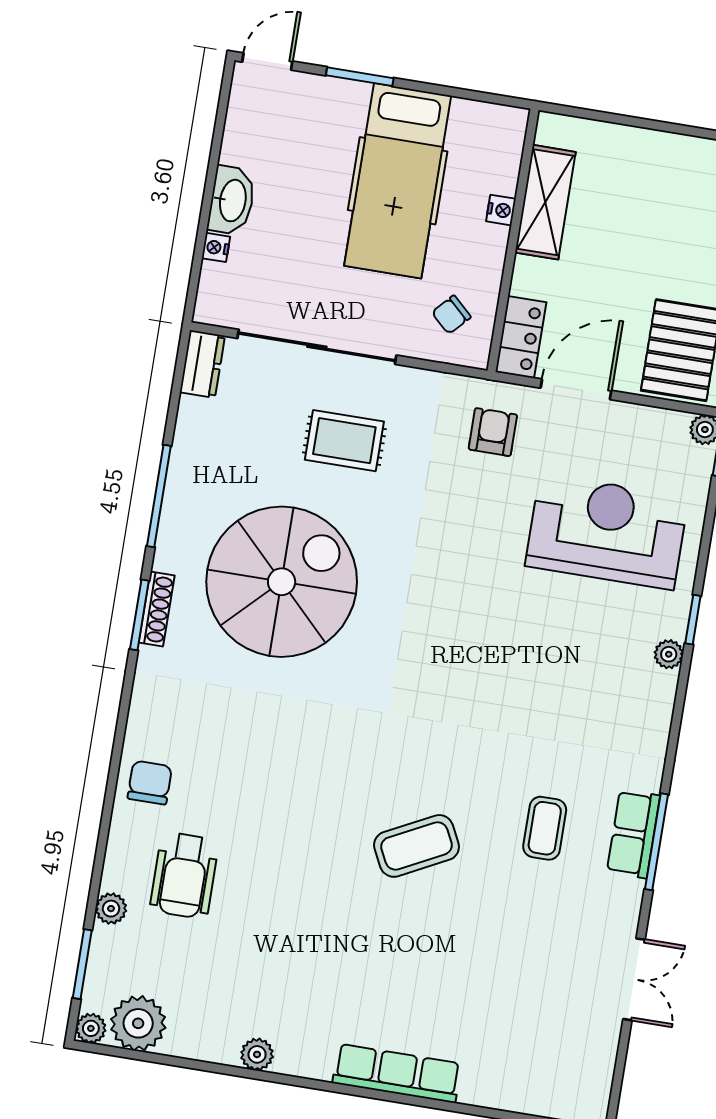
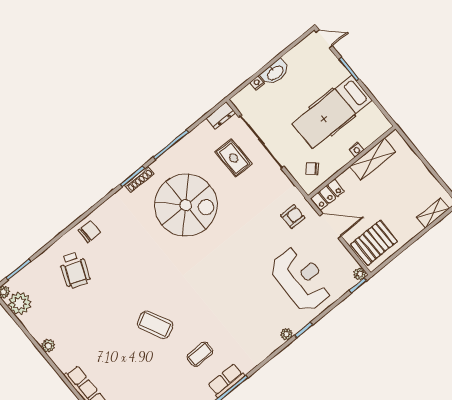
rug: (344, 441) -> (234, 158), moved
wheelchair: (184, 876) -> (75, 270), turned -69
plant: (111, 909) -> (43, 260), removed

